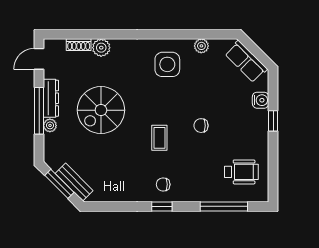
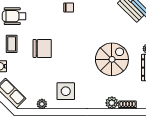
chair: (201, 126) -> (42, 48), width x1.87, depth x1.87
coffee table: (159, 138) -> (12, 44), moved

